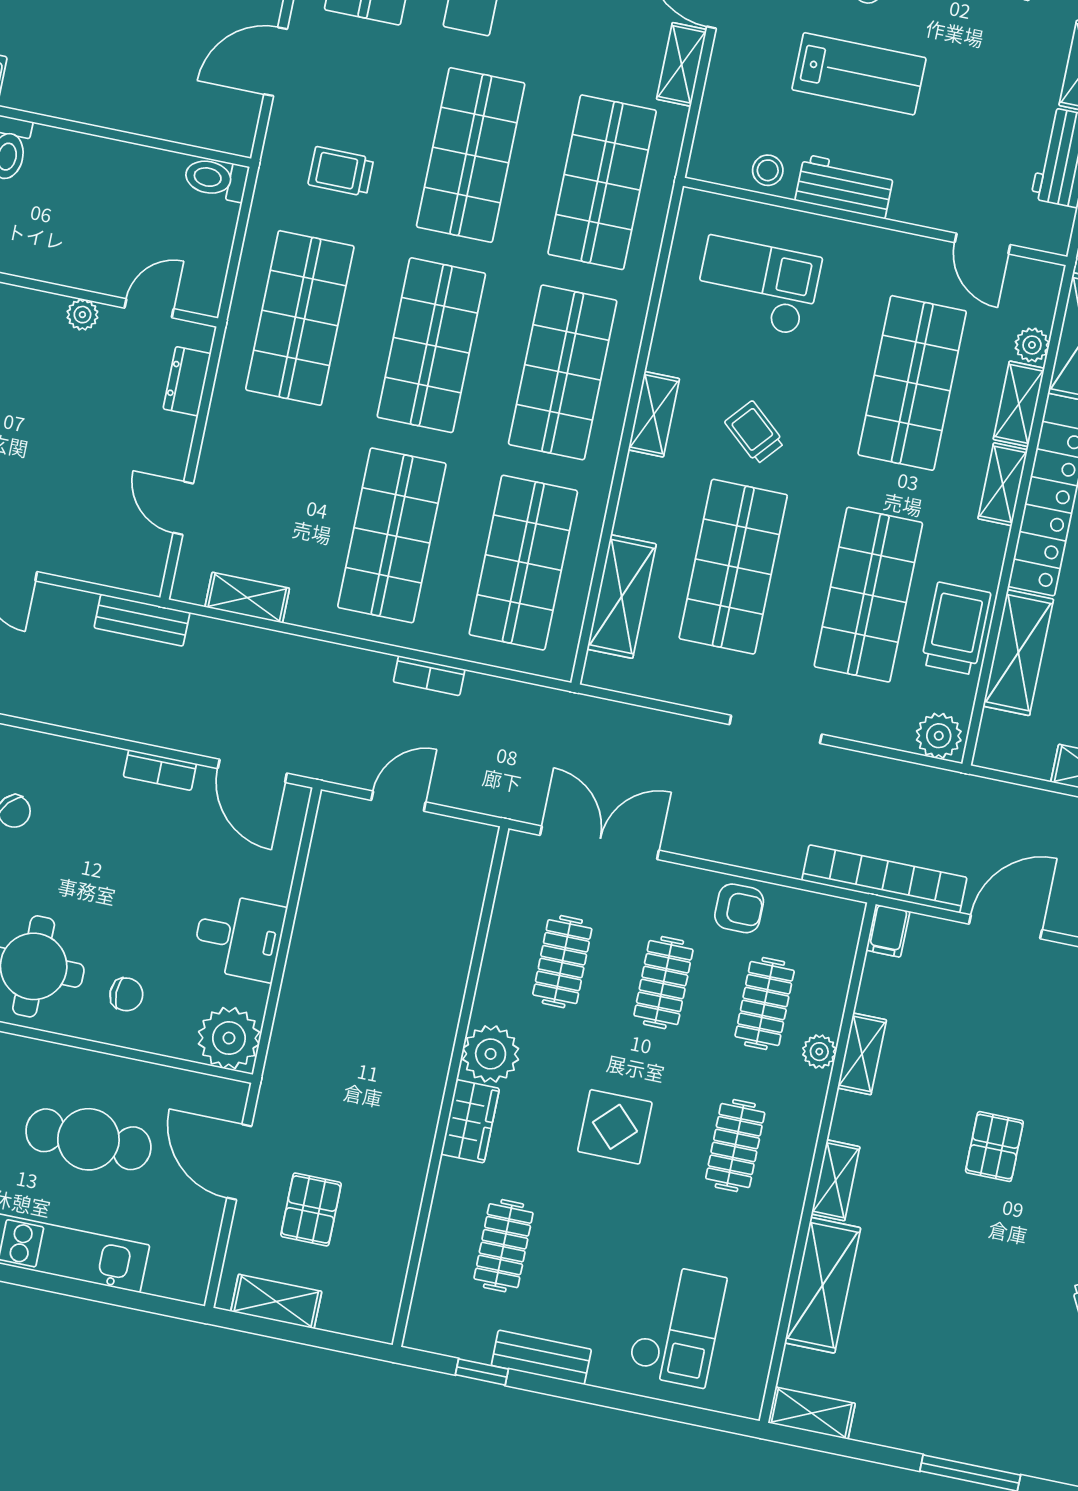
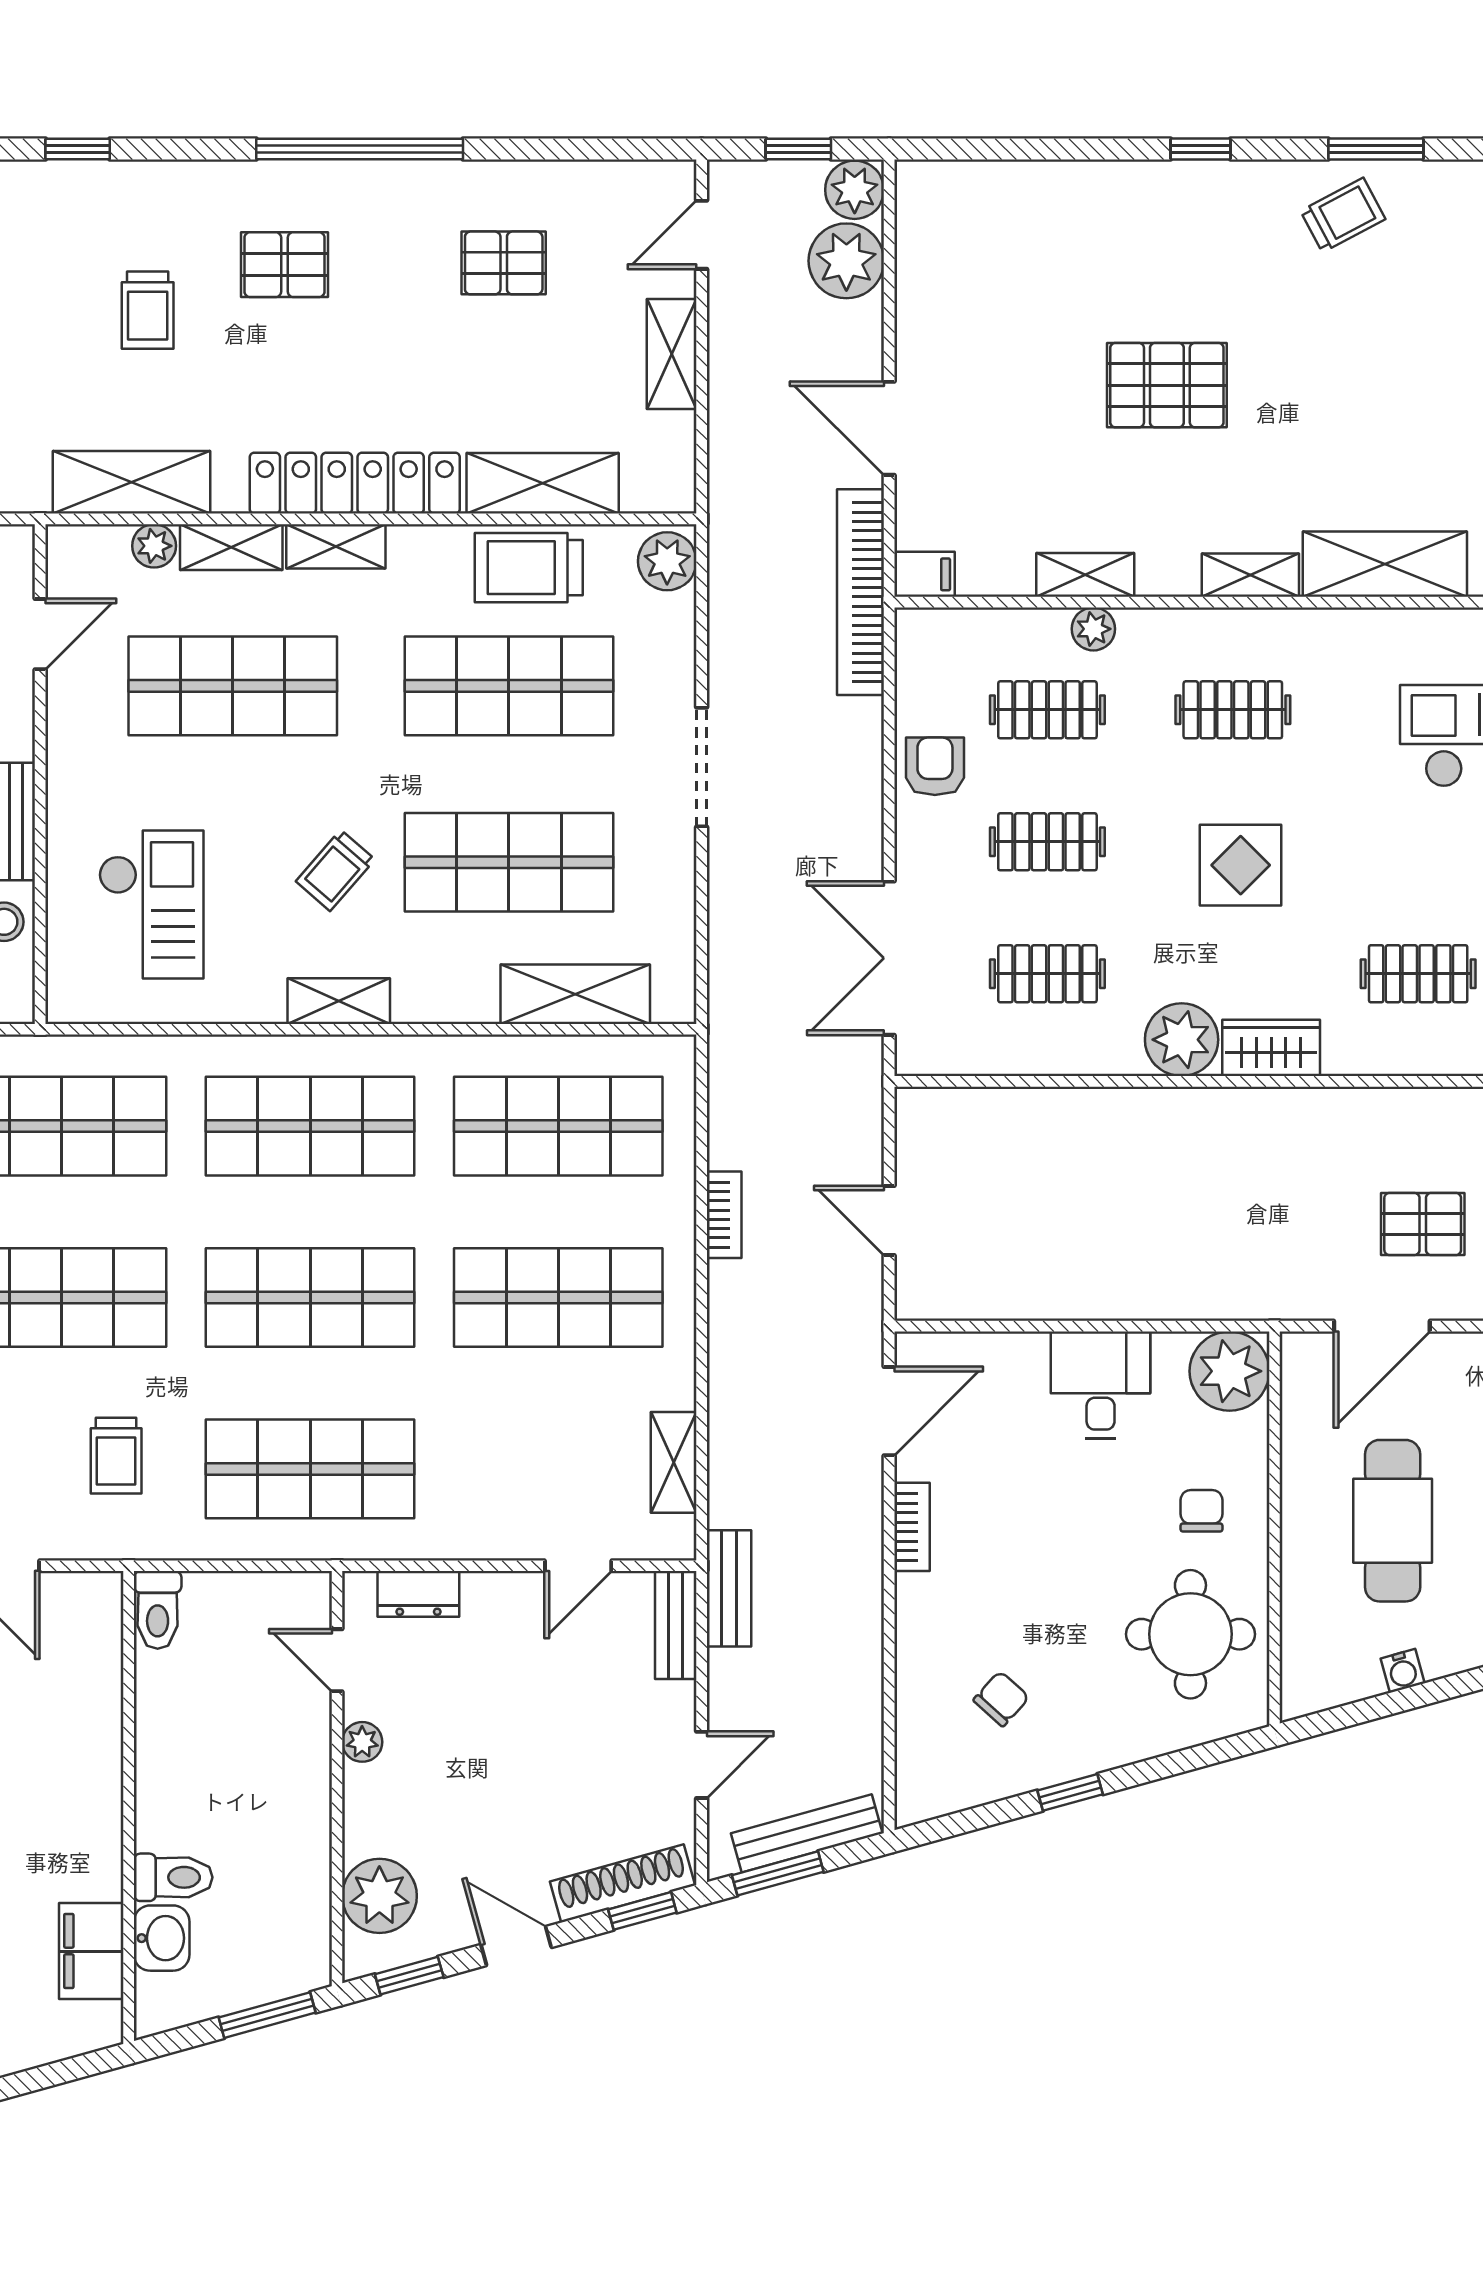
checkout: (758, 286) -> (151, 904), turned 180
bench: (122, 573) -> (676, 1625), added
pallet: (994, 1147) -> (1167, 385), width x1.50, depth x1.42

